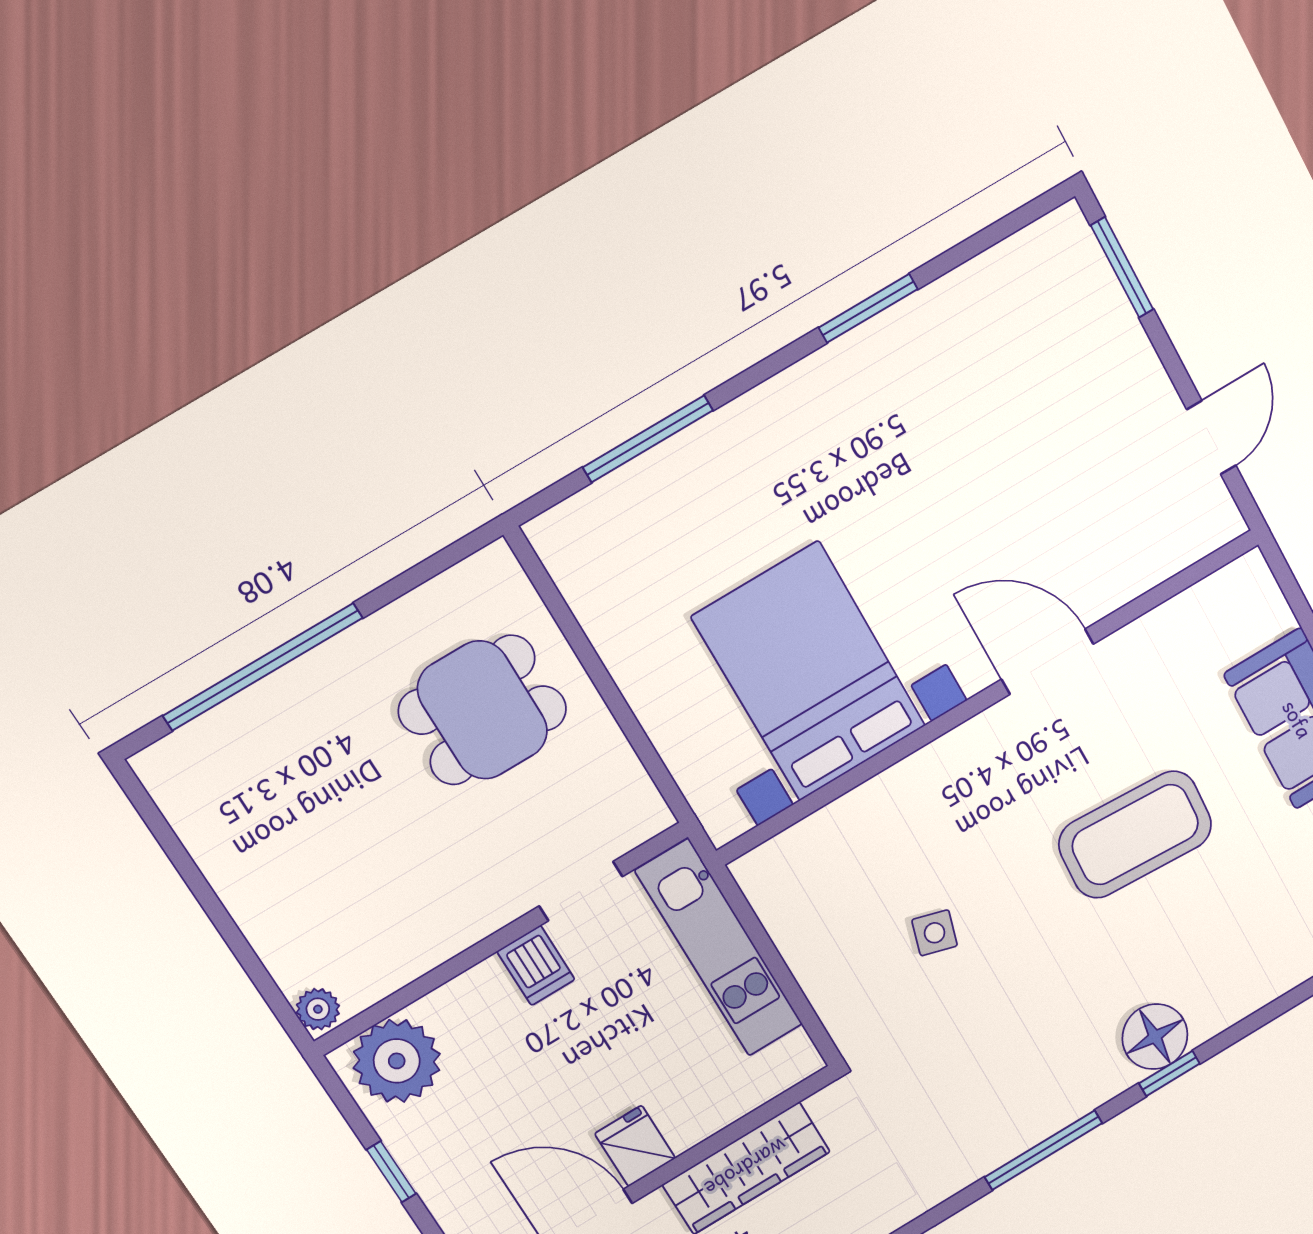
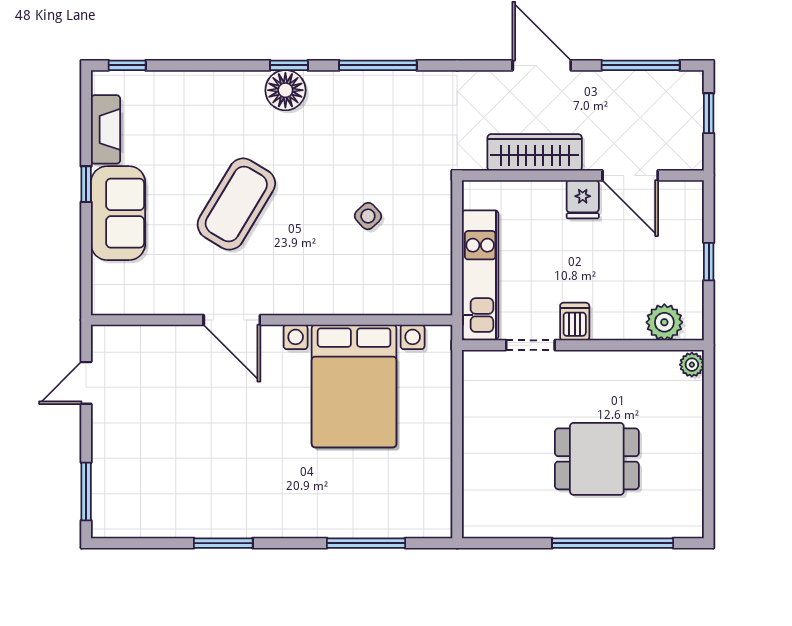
dining table: (483, 710) -> (597, 459), moved
coffee table: (1135, 835) -> (236, 204), turned -62
side table: (935, 933) -> (368, 216), turned 31
plant: (397, 1061) -> (664, 322), width x0.73, depth x0.73

